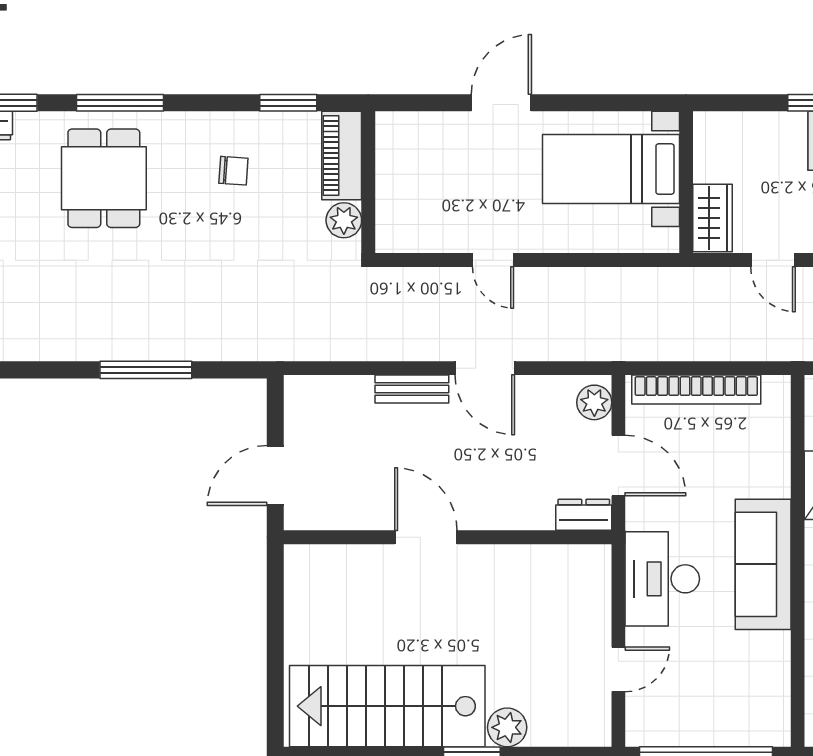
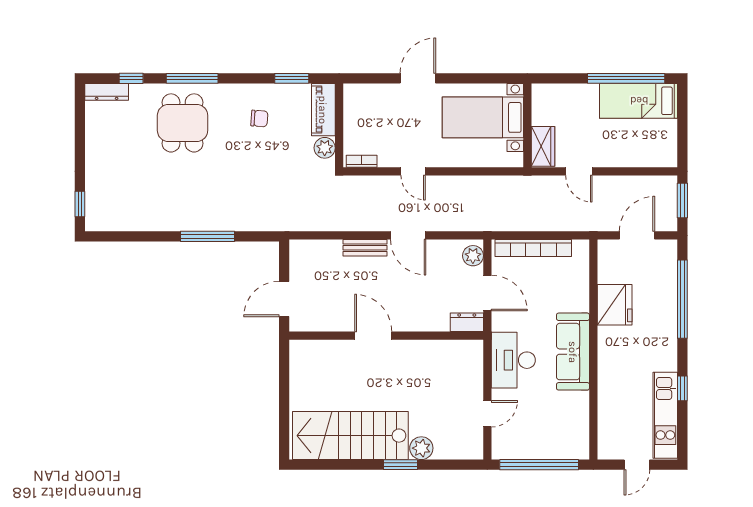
bookcase: (406, 243) -> (362, 161), added

